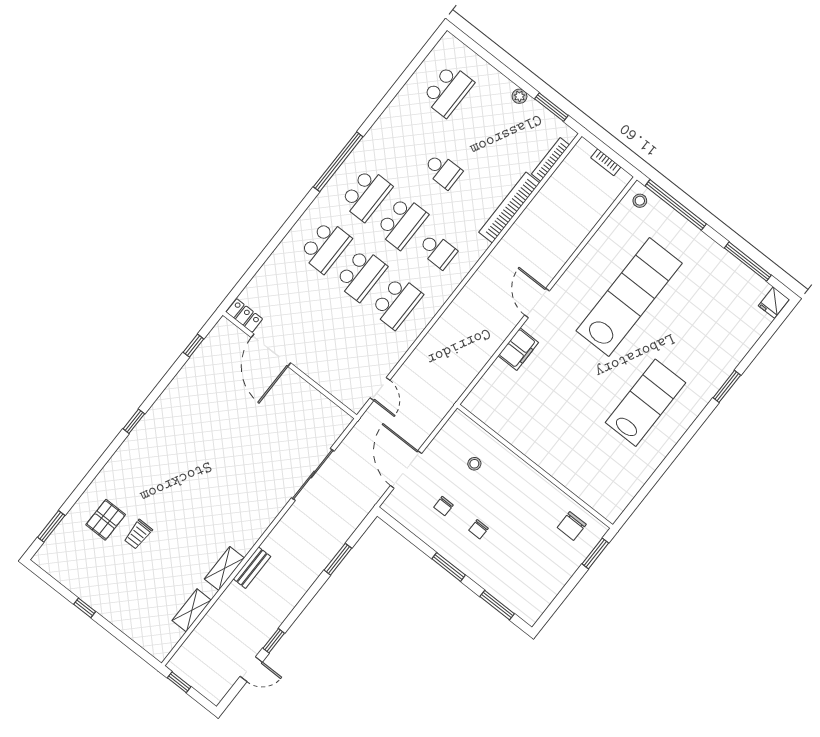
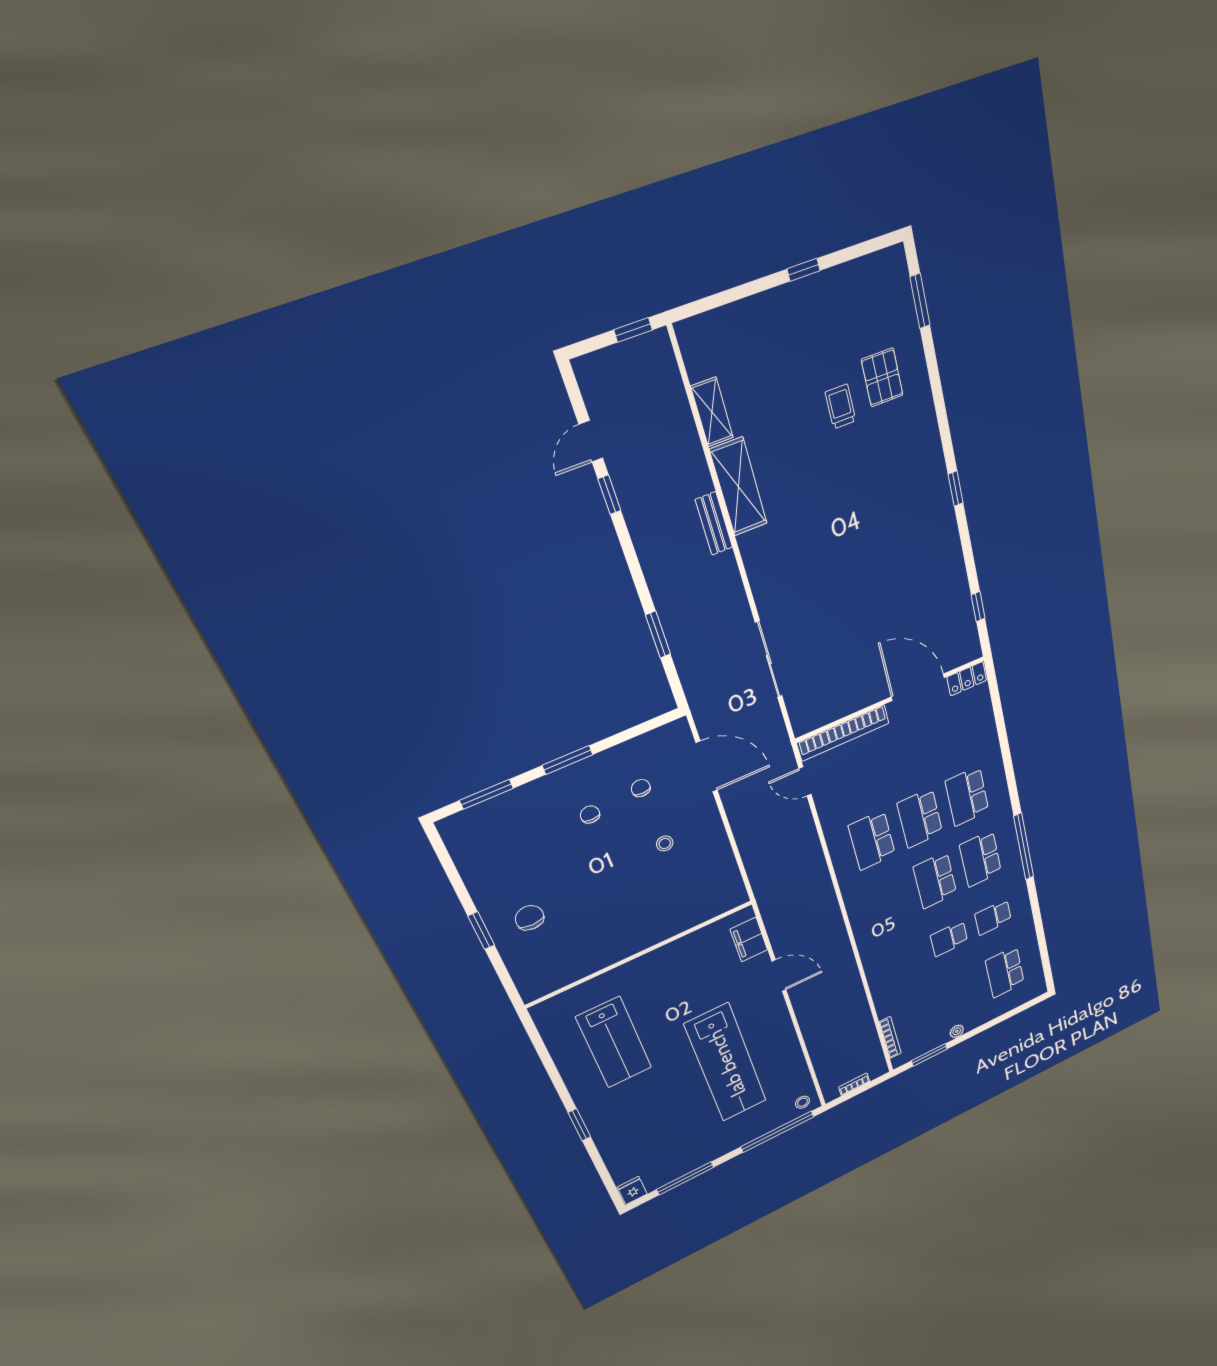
bookcase: (509, 208) -> (843, 733), moved, turned 90
school desk: (438, 251) -> (993, 917), moved
wall: (535, 466) -> (641, 954), moved
shelving: (224, 569) -> (739, 487), width x1.50, depth x1.33

